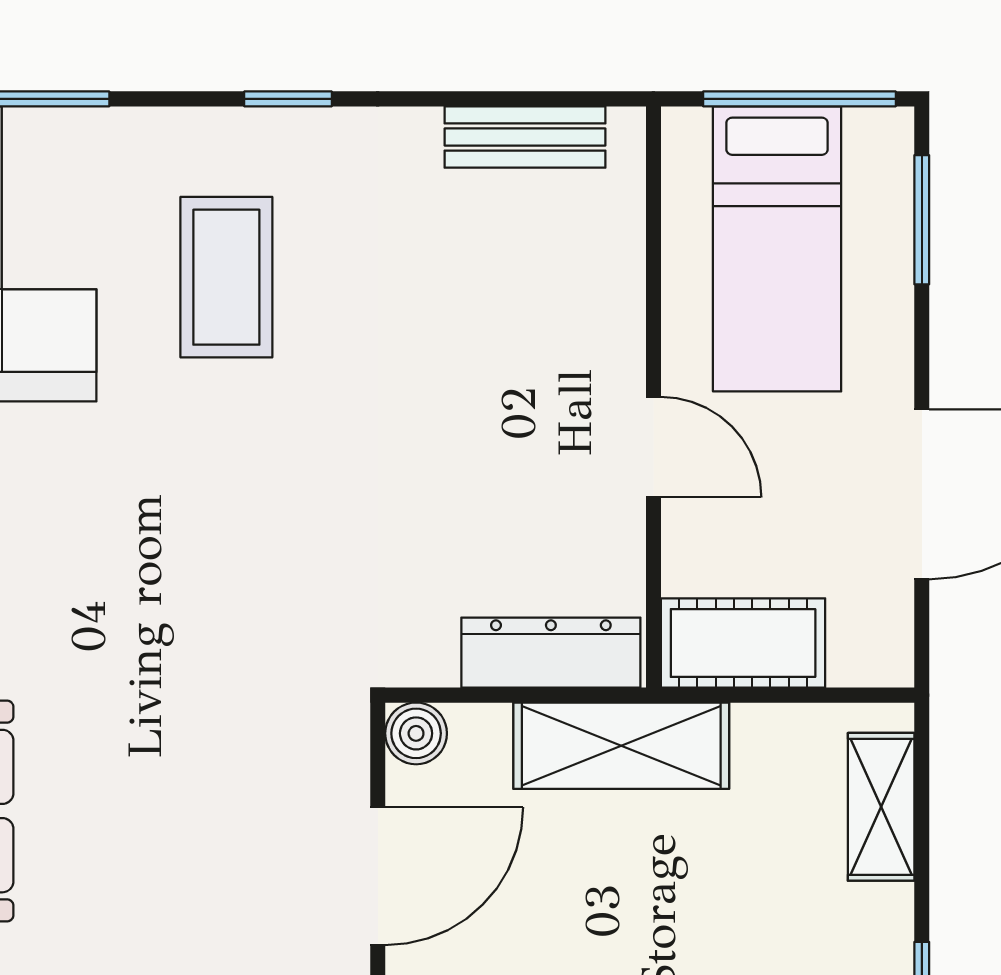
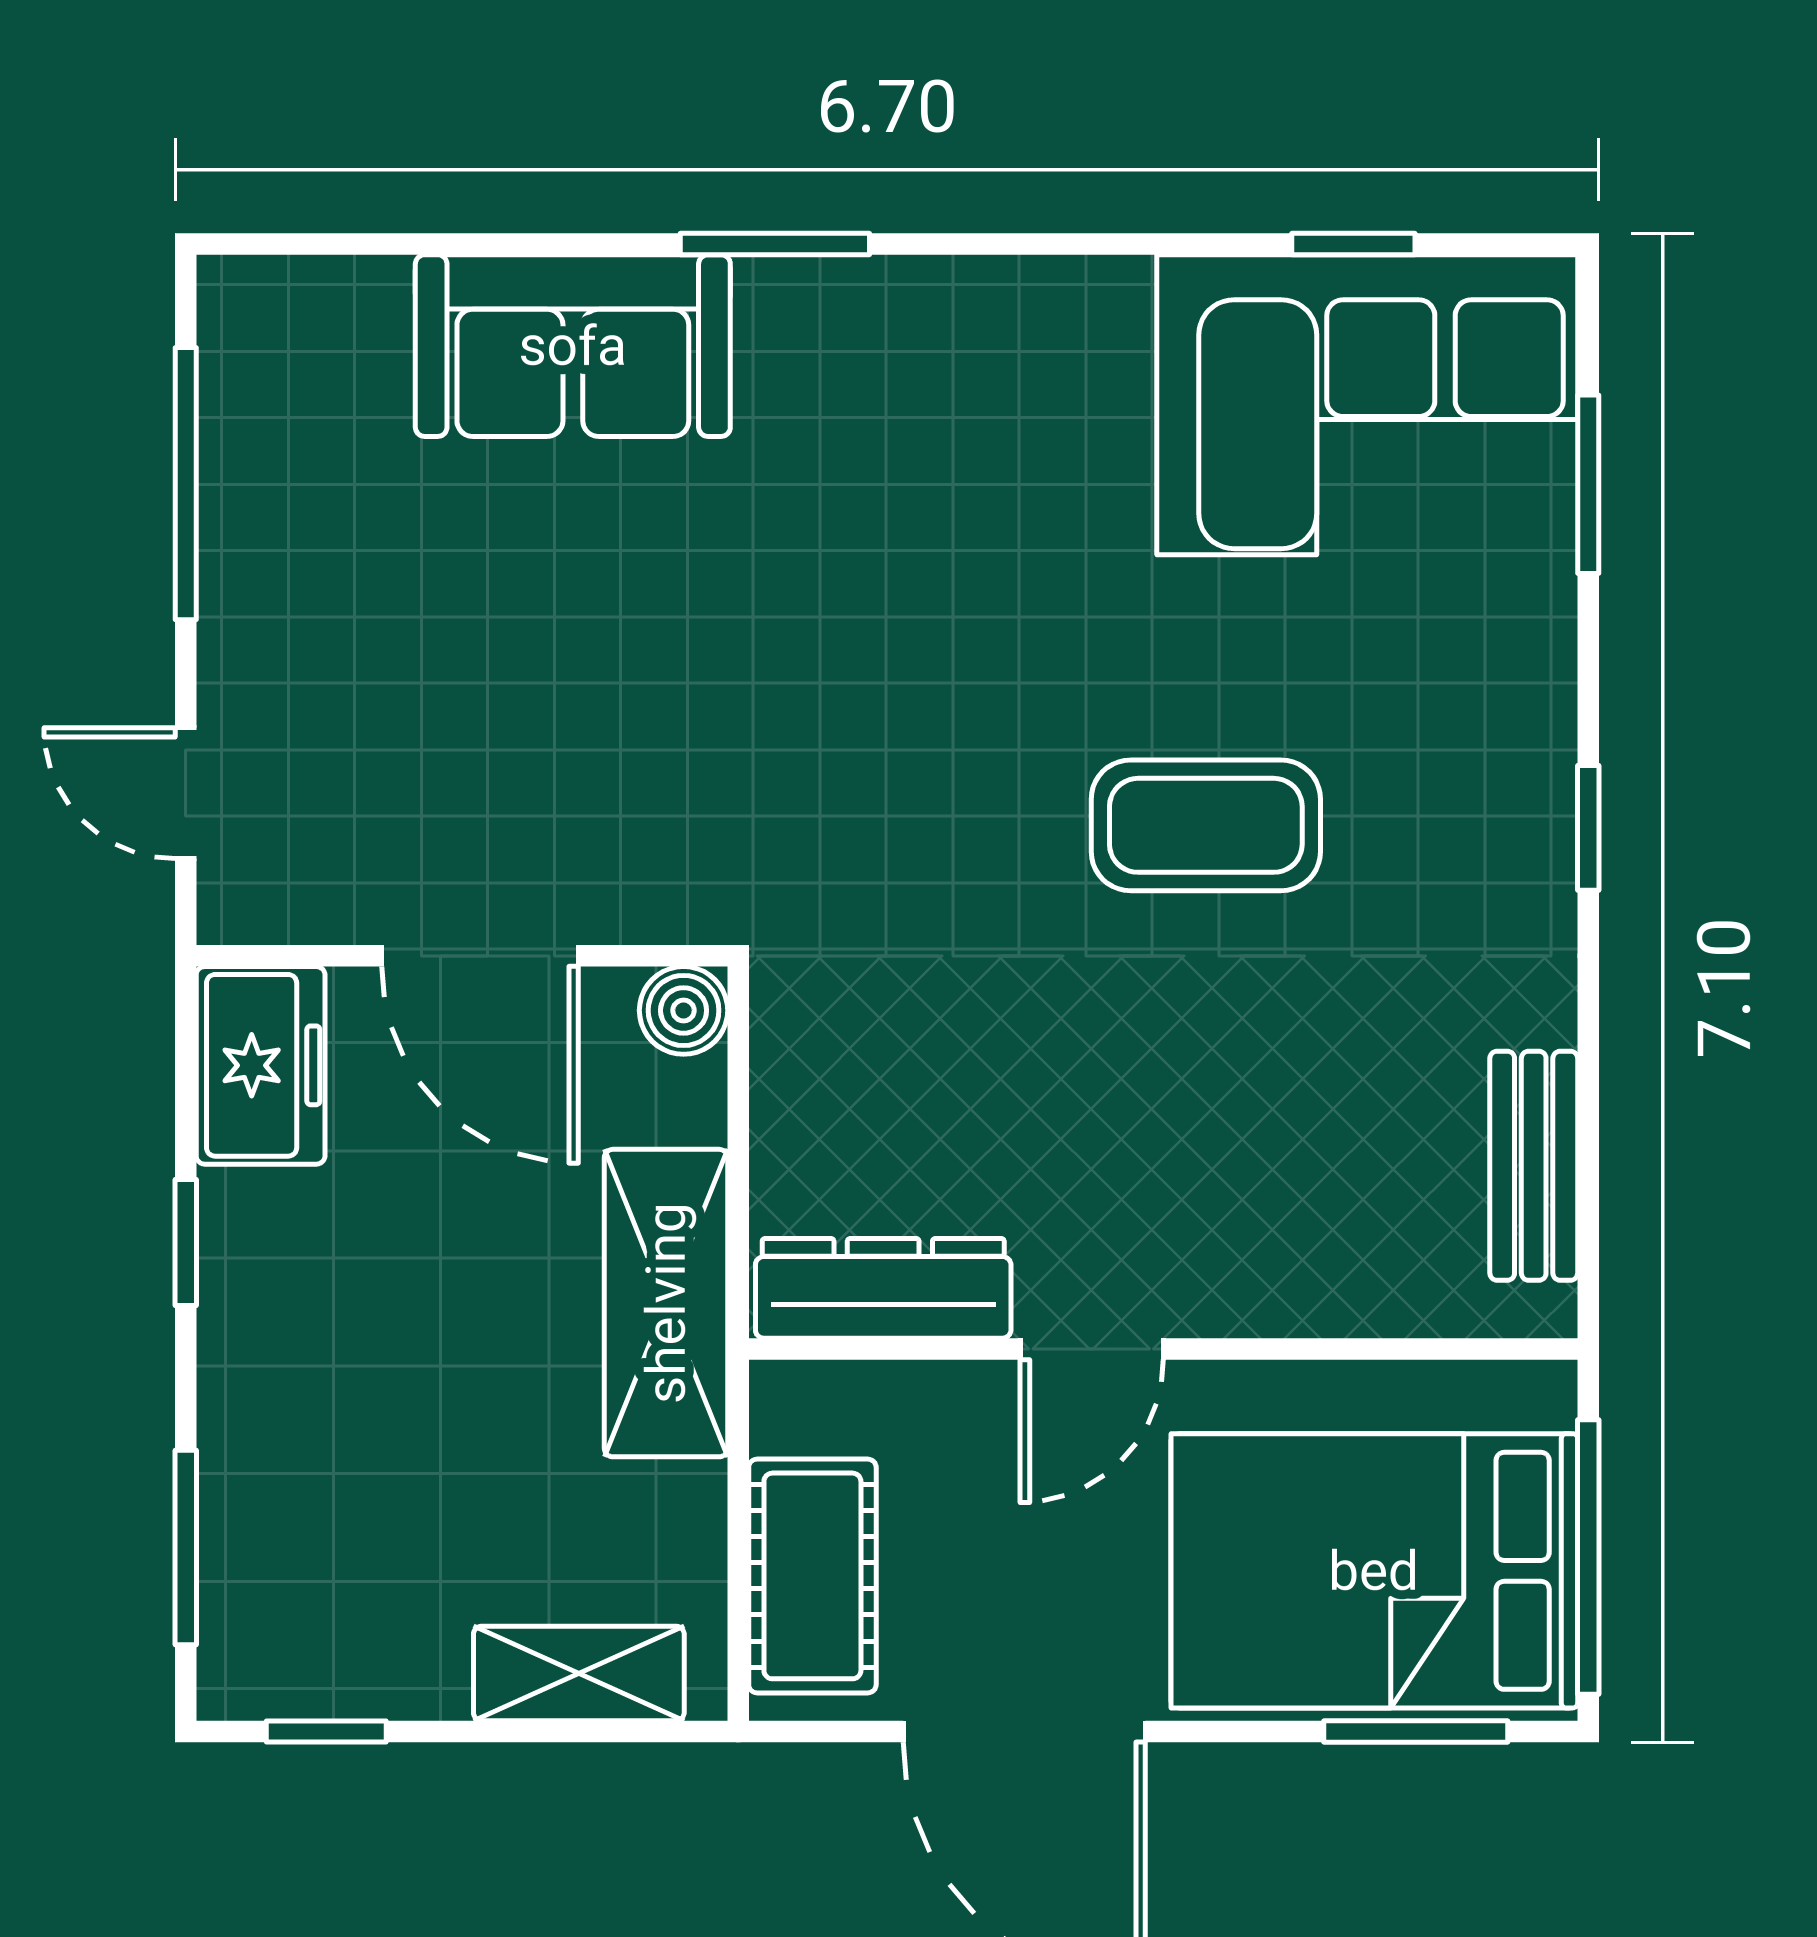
bed: (777, 249) -> (1374, 1571), width x1.50
coffee table: (226, 277) -> (1206, 825), moved
cot: (743, 643) -> (812, 1576), moved
dresser: (551, 653) -> (883, 1288), moved, turned -90

